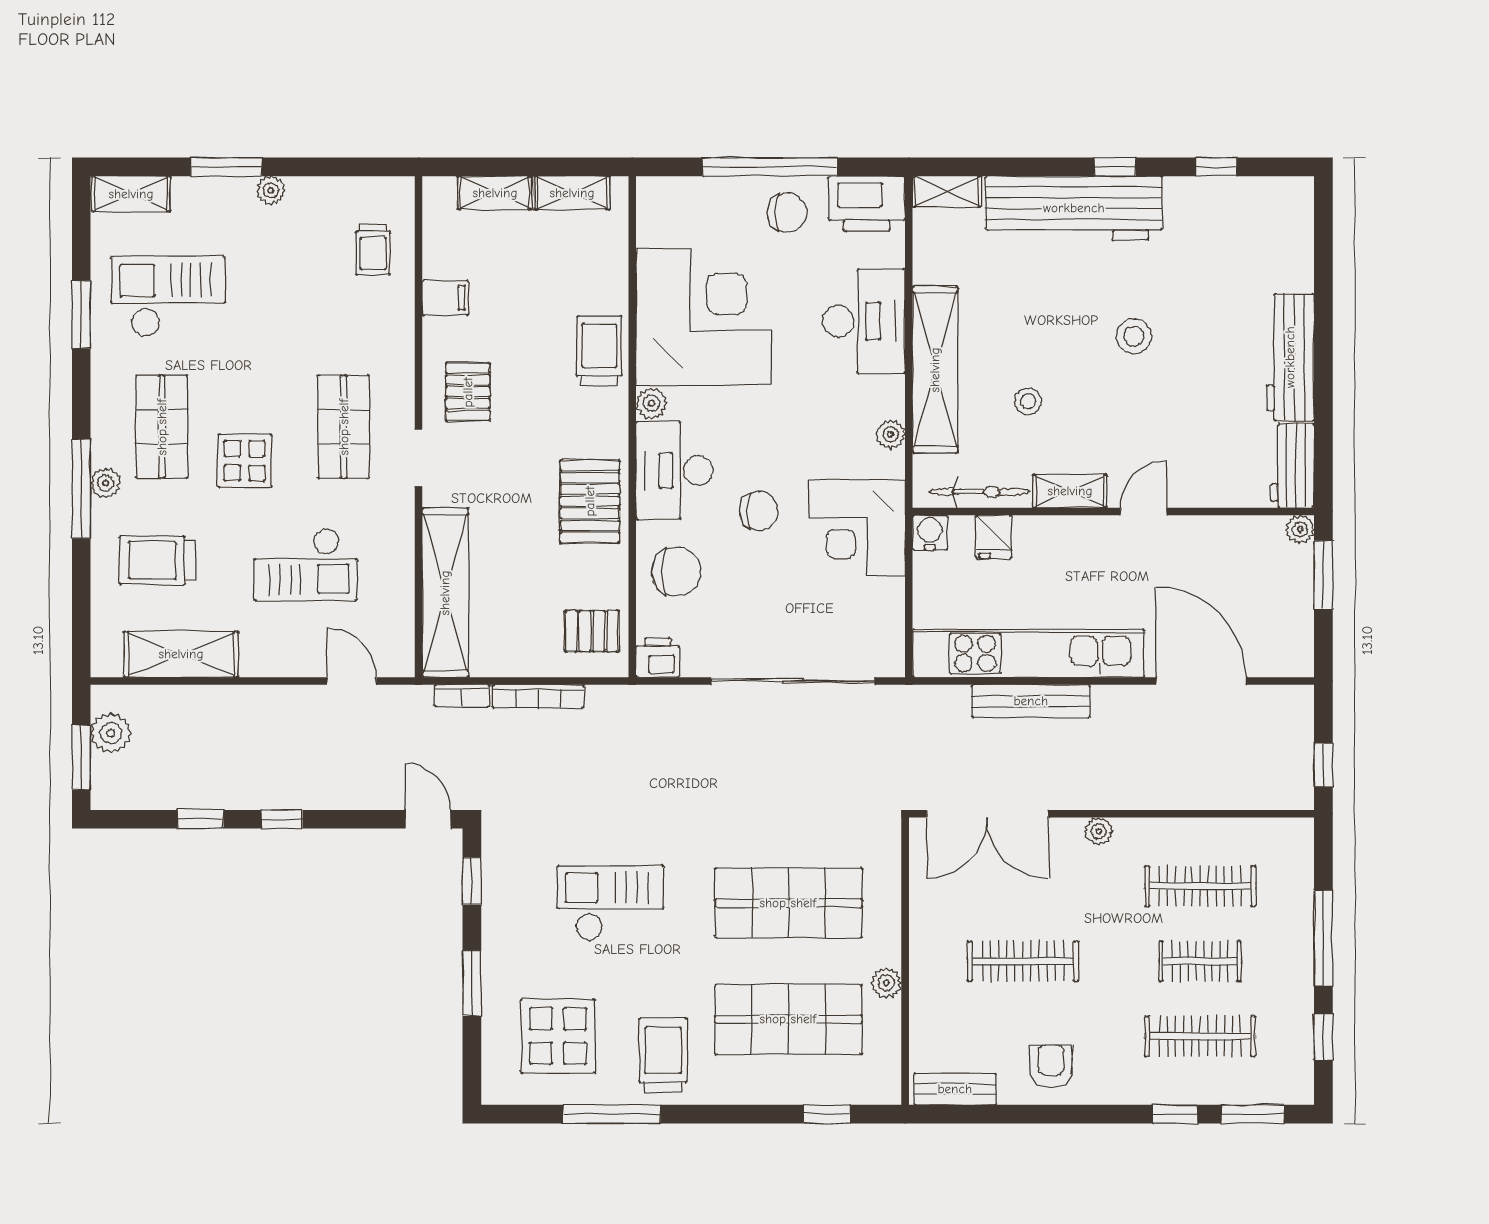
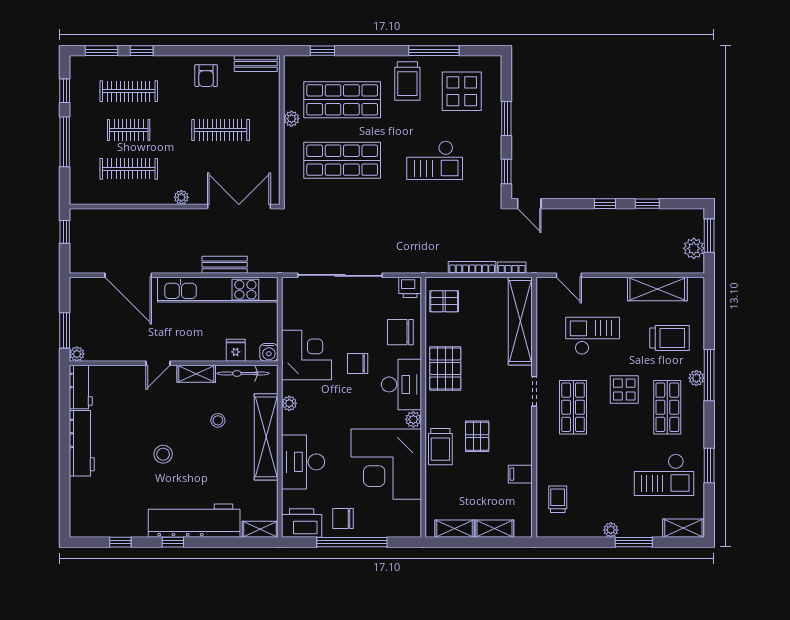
pallet: (468, 392) -> (477, 436), moved
bench: (1031, 701) -> (225, 265), width x0.73

